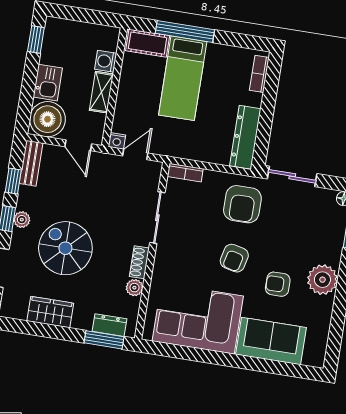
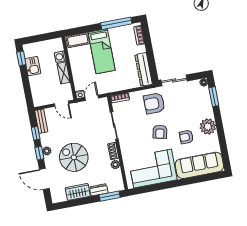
window: (185, 32) -> (116, 23), moved
kitchen sink: (48, 83) -> (33, 66), moved
boiler: (48, 119) -> (42, 96), removed
armchair: (242, 204) -> (154, 103), turned 90
dresser: (109, 325) -> (99, 190), moved
sofa: (271, 341) -> (199, 165), width x1.36

